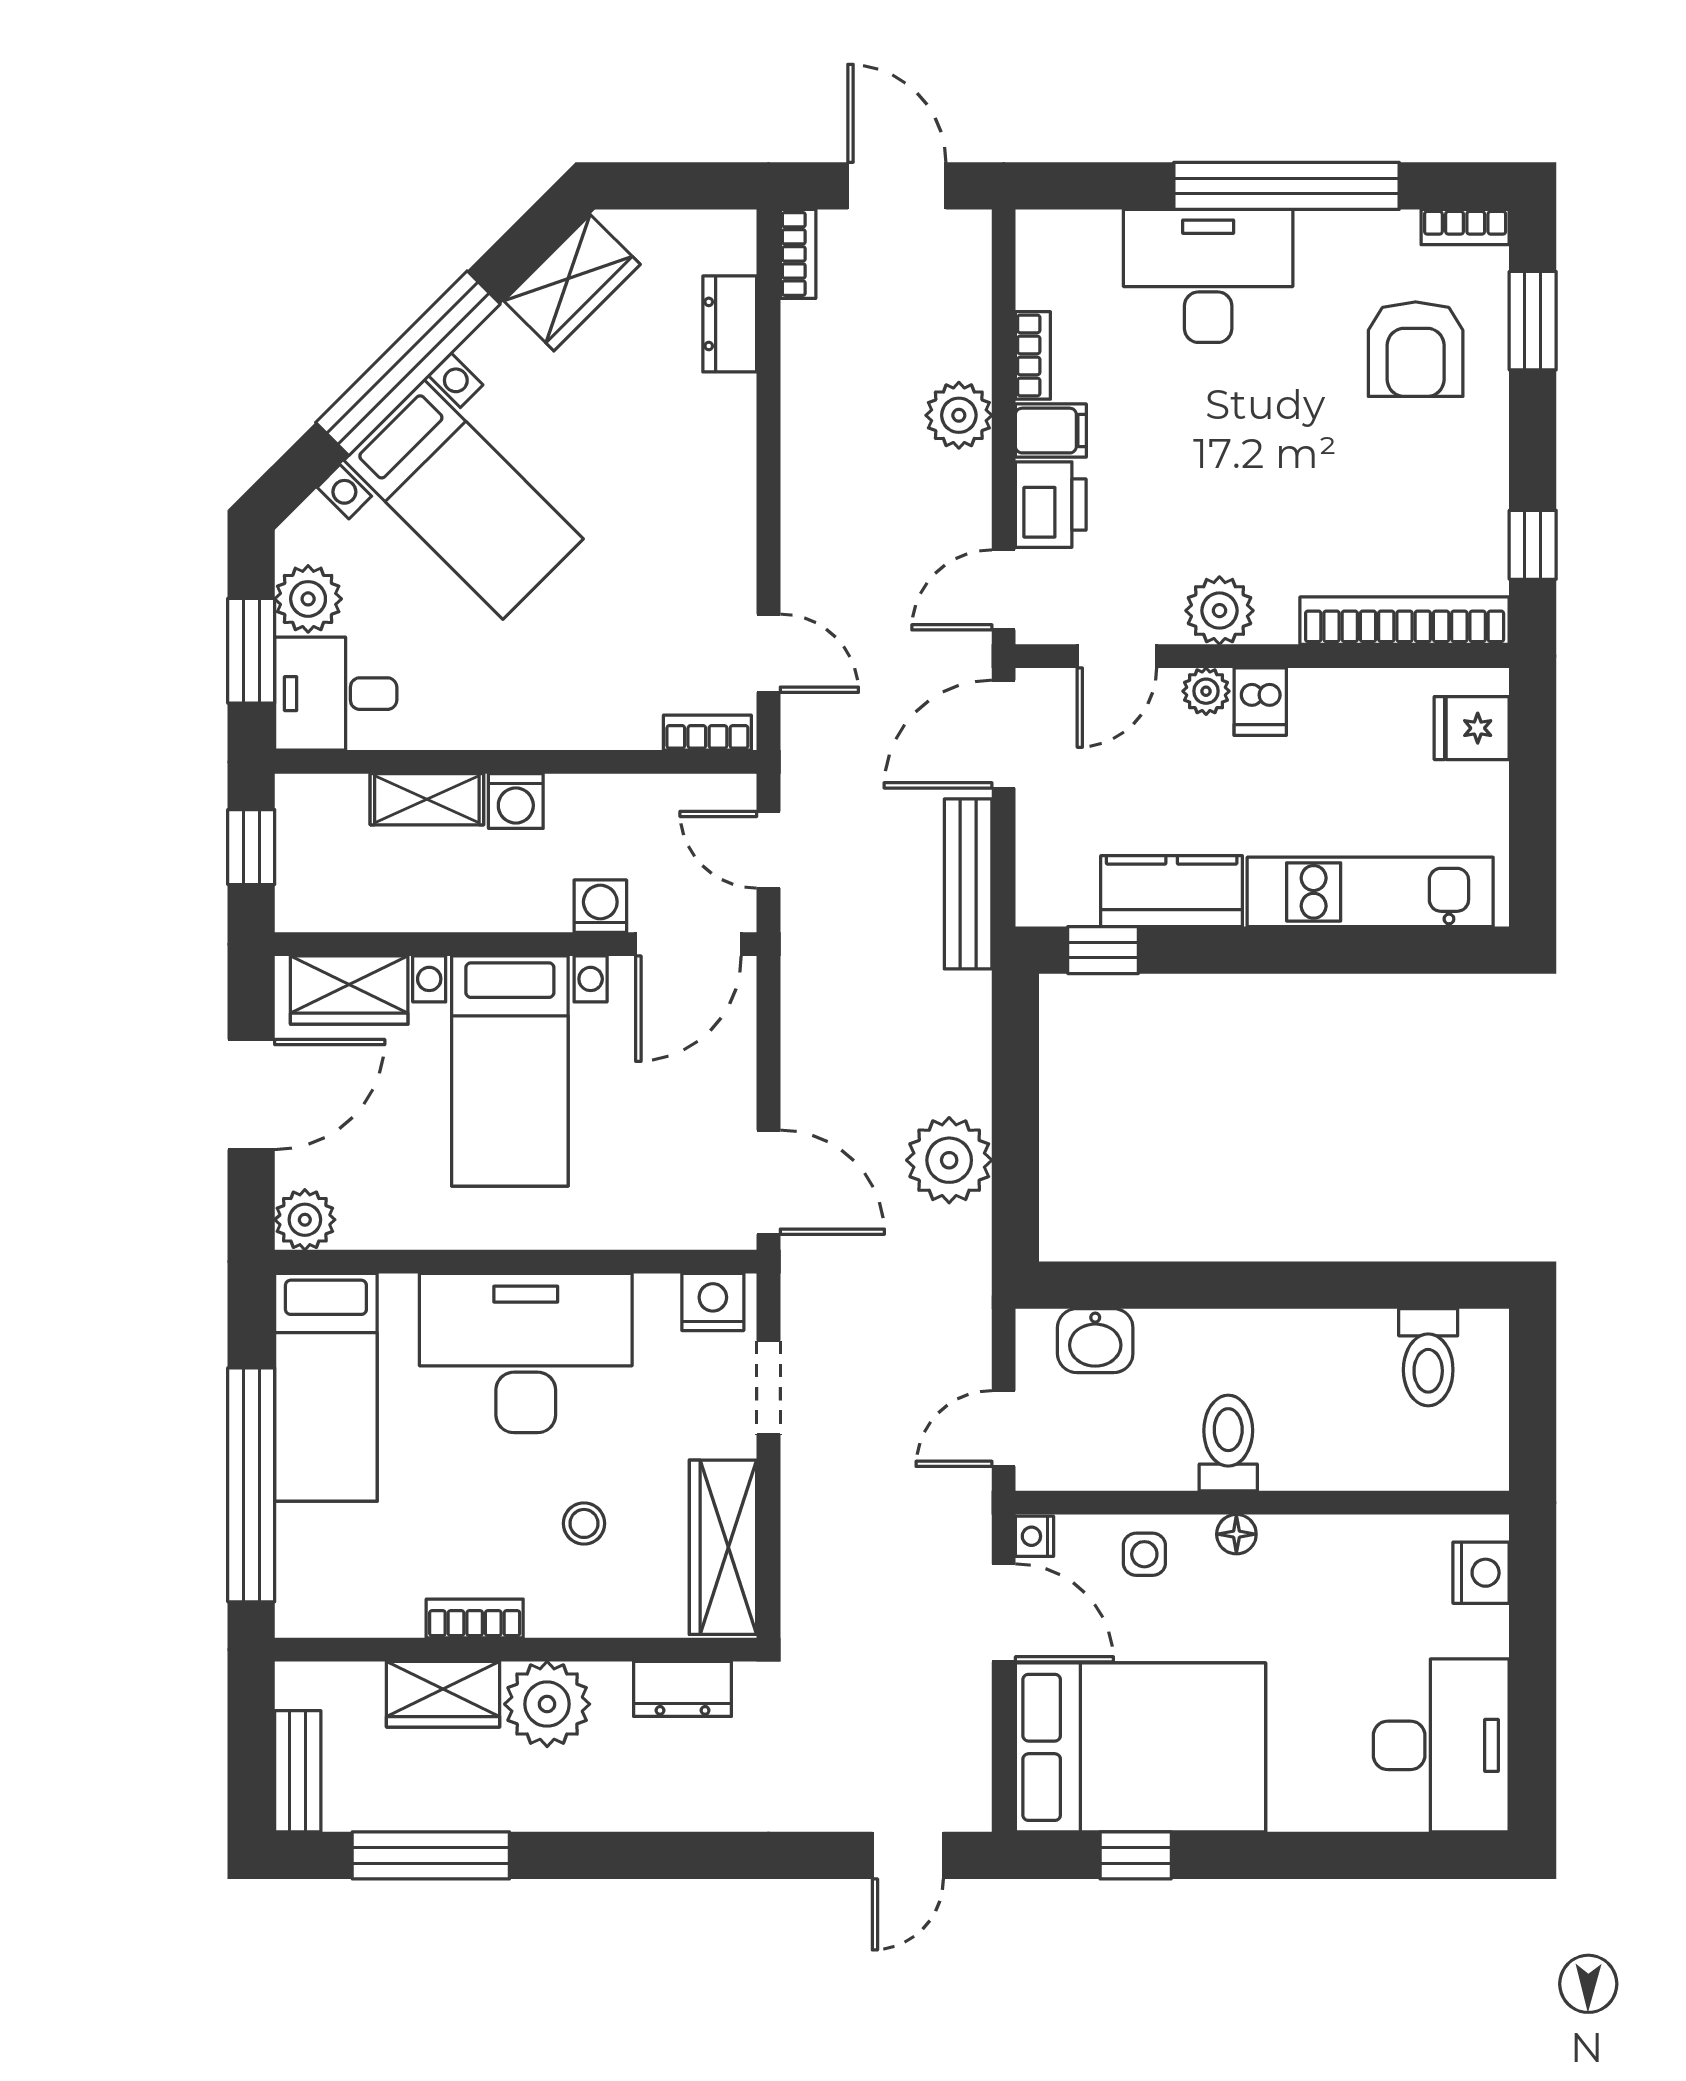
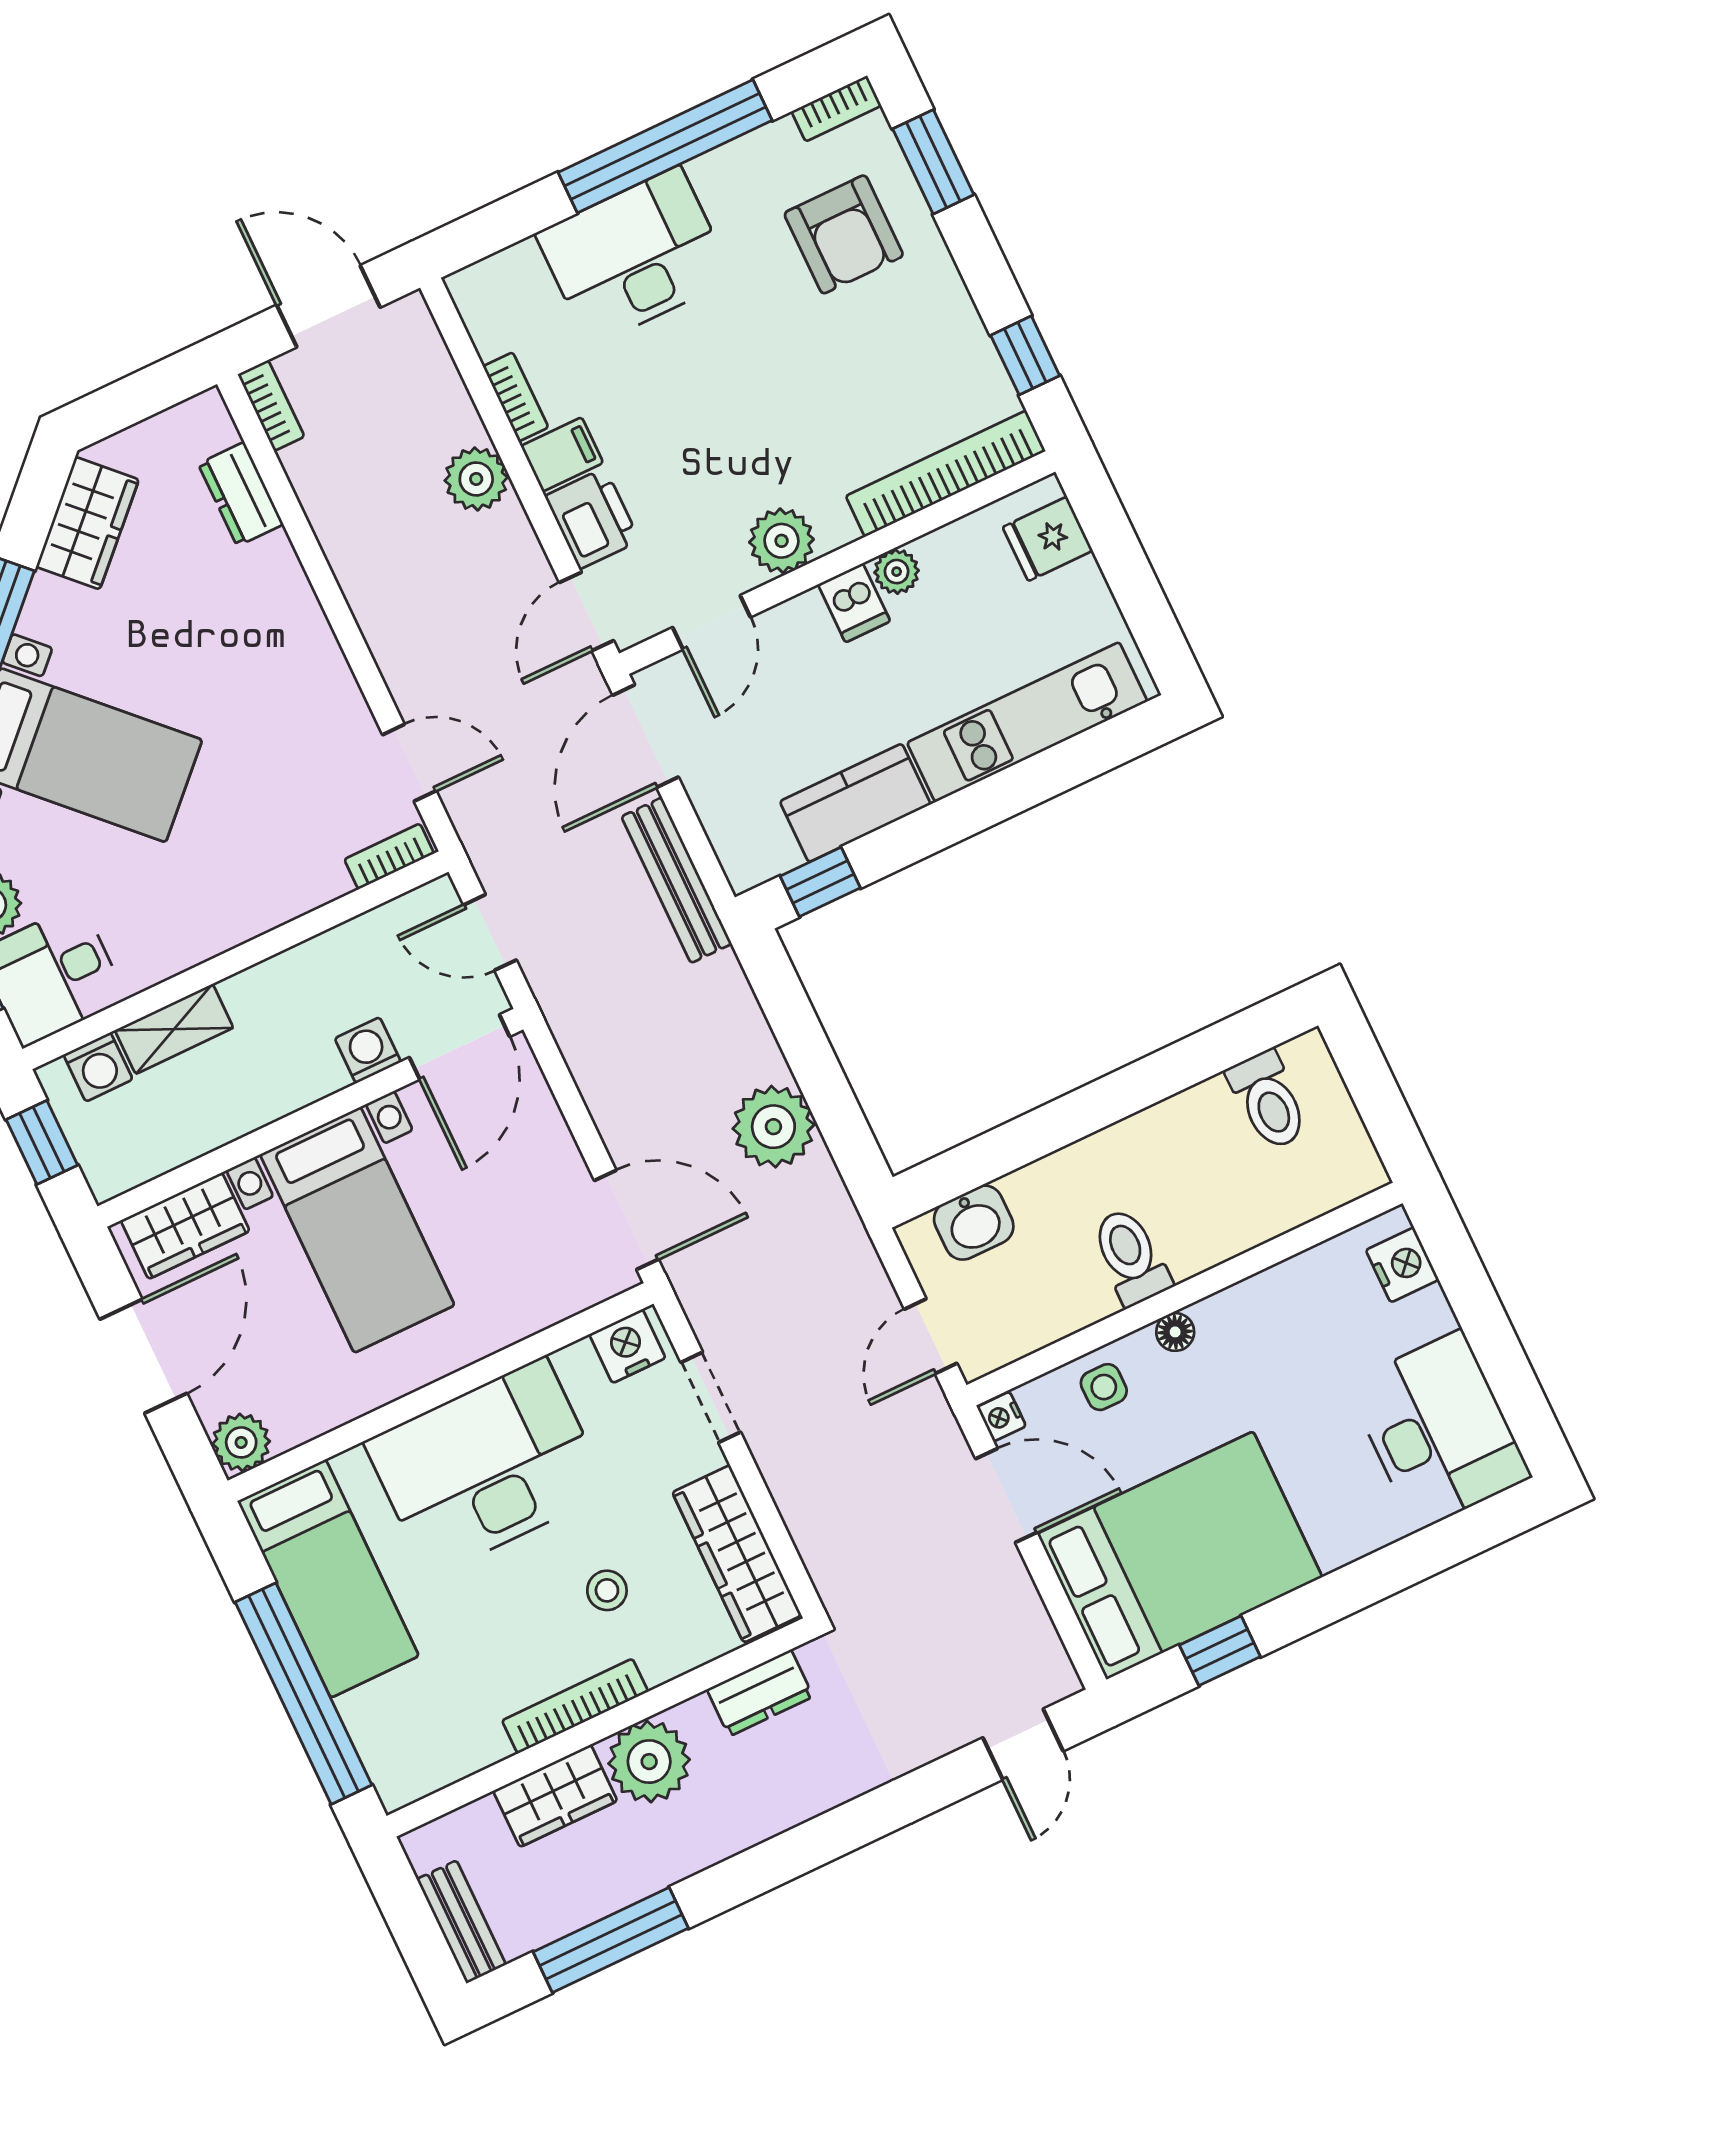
plant: (1206, 691) -> (897, 572), moved
washing machine: (516, 801) -> (98, 1067), moved
bookcase: (475, 1618) -> (575, 1706), width x1.56

